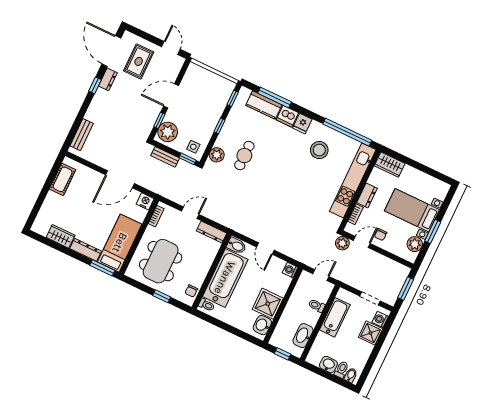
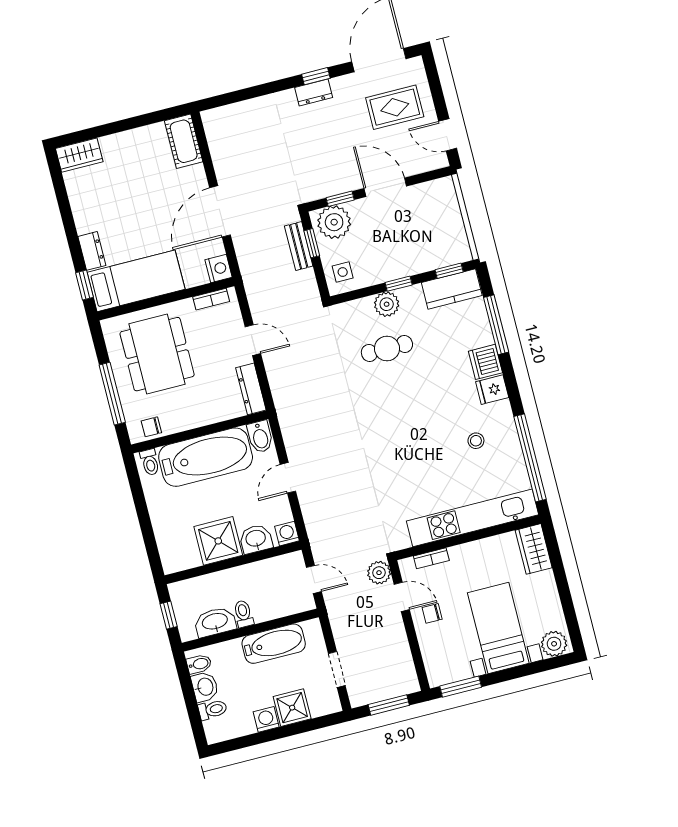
door: (171, 48) -> (448, 135), swing flipped
dresser: (108, 79) -> (314, 93), moved
kitchen counter: (264, 105) -> (452, 289), moved, turned -90
bench: (82, 135) -> (237, 112), removed
stool: (319, 150) -> (476, 441), width x0.53, depth x0.53
plant: (217, 155) -> (387, 304), moved
window: (187, 159) -> (312, 243), moved
cot: (63, 179) -> (184, 141), moved, turned 90
door: (120, 179) -> (220, 211), hinge flipped
dresser: (367, 195) -> (469, 553), removed
window: (433, 231) -> (461, 687), moved
wardrobe: (61, 236) -> (79, 155), moved, turned 90
plant: (415, 244) -> (554, 644), moved
dresser: (86, 250) -> (92, 251), width x0.70
dining table: (161, 261) -> (157, 354), turned 90
window: (102, 268) -> (84, 285), width x0.67
window: (162, 296) -> (112, 394), width x2.17
toilet: (317, 306) -> (243, 614), moved
washing machine: (380, 319) -> (266, 719), moved
washbasin: (262, 325) -> (256, 539), moved
bidet: (351, 375) -> (199, 664), moved

